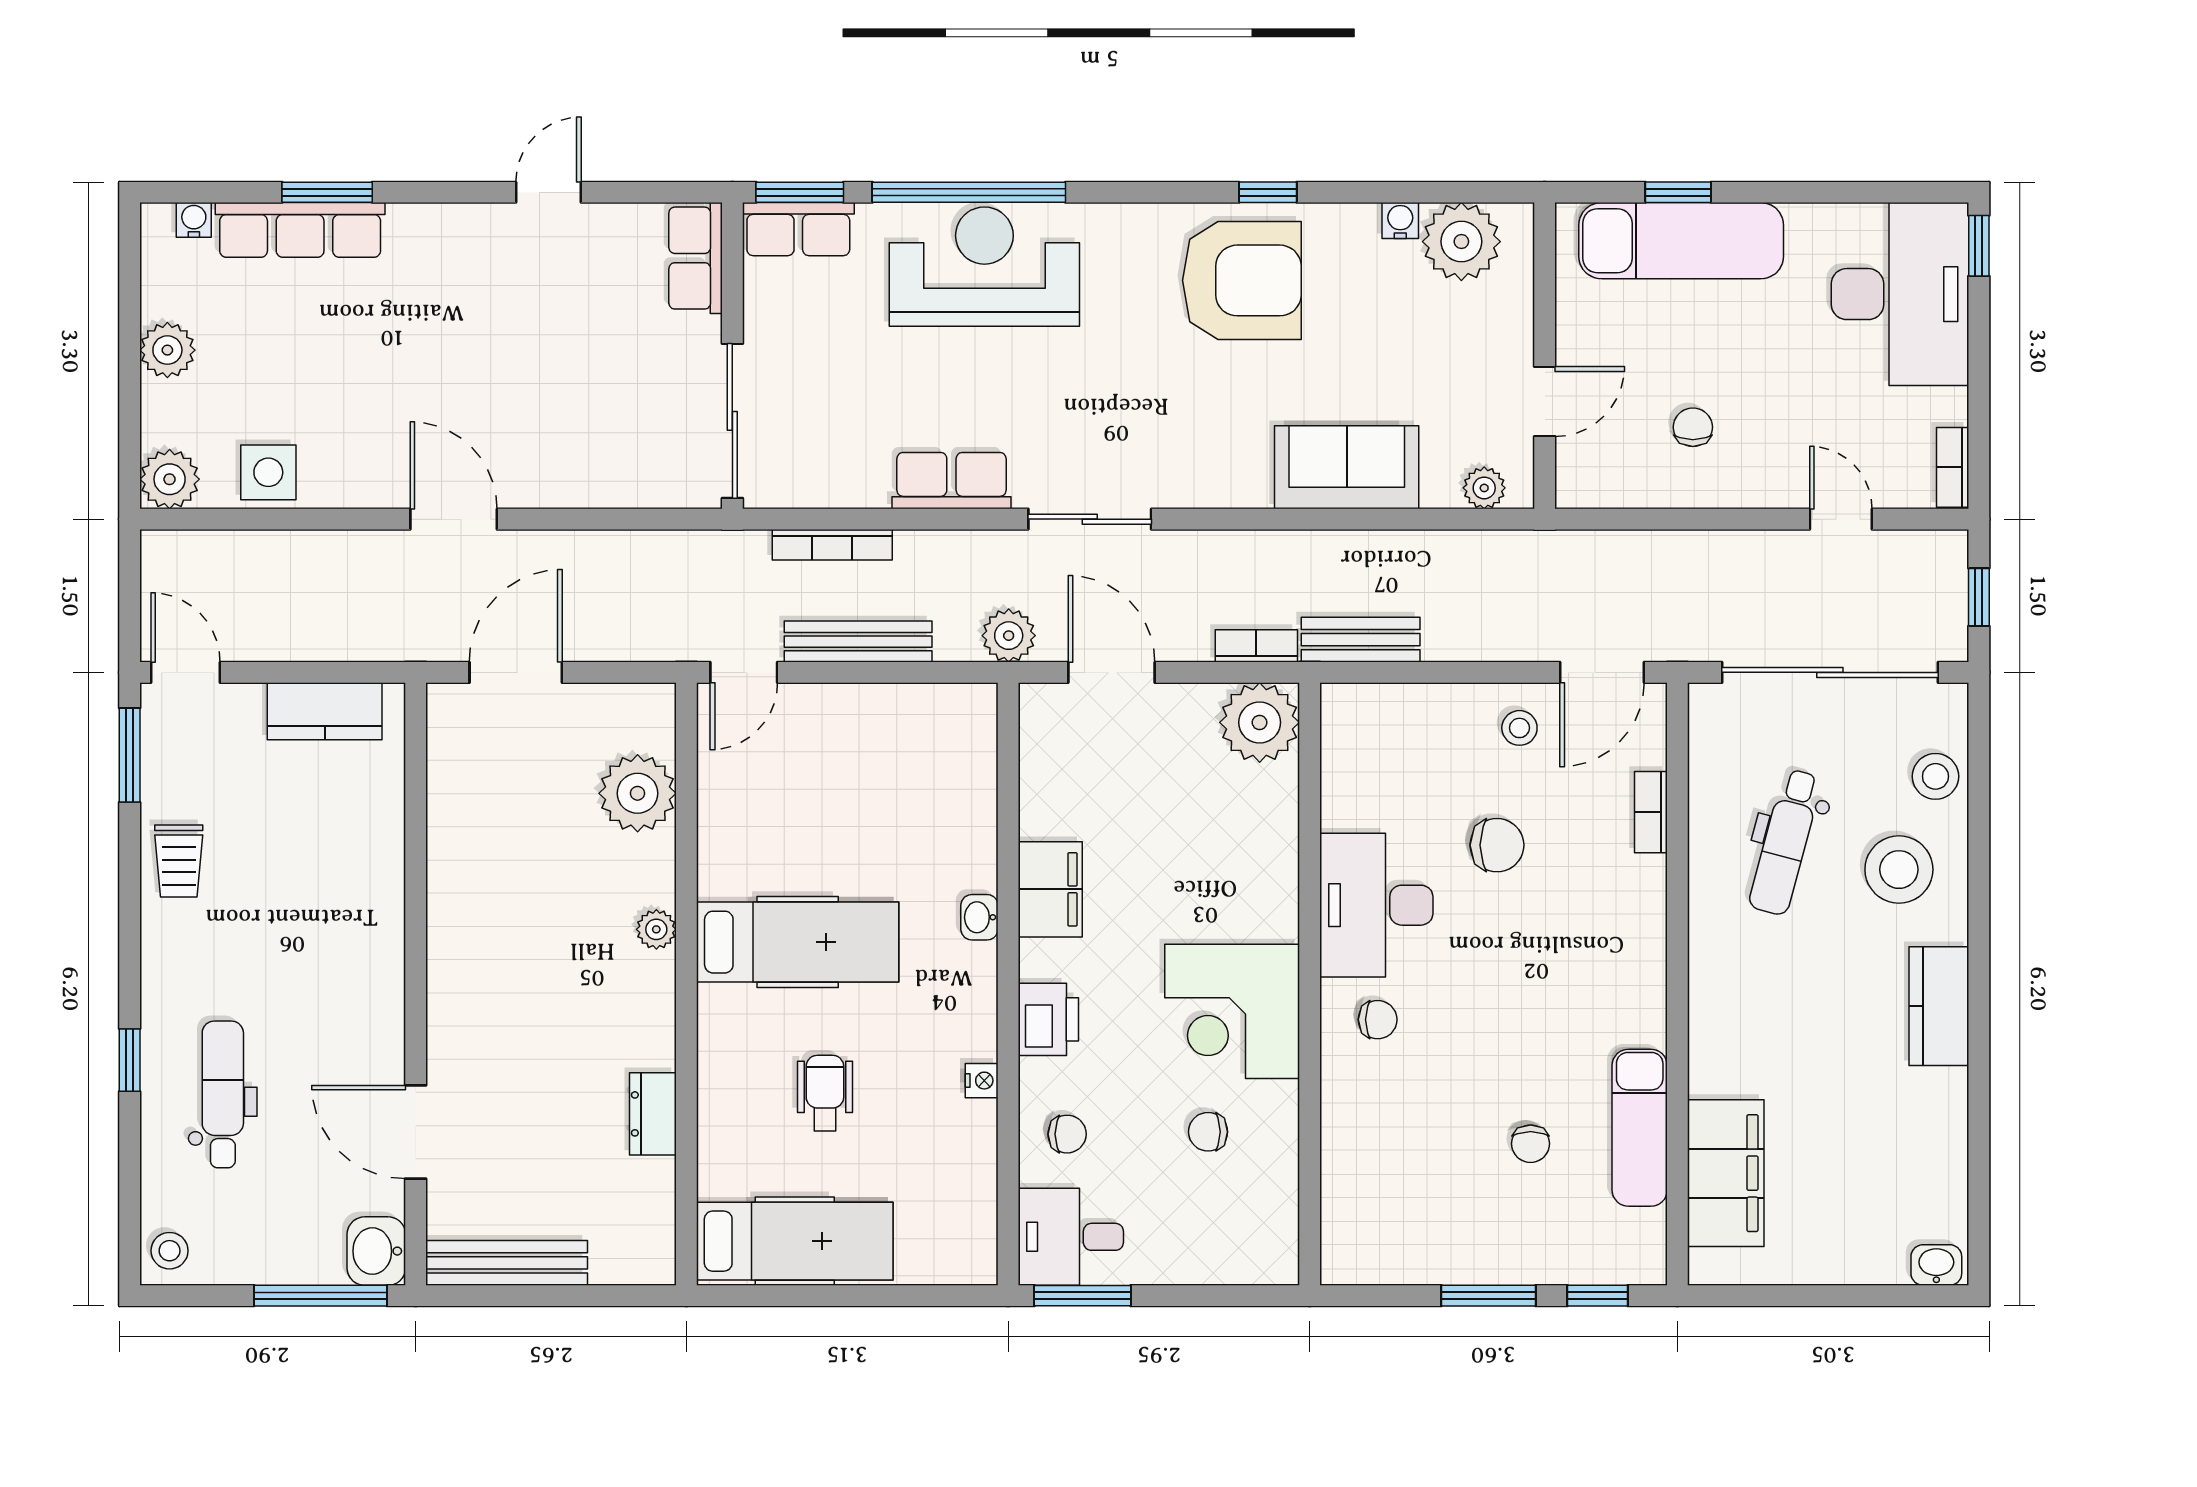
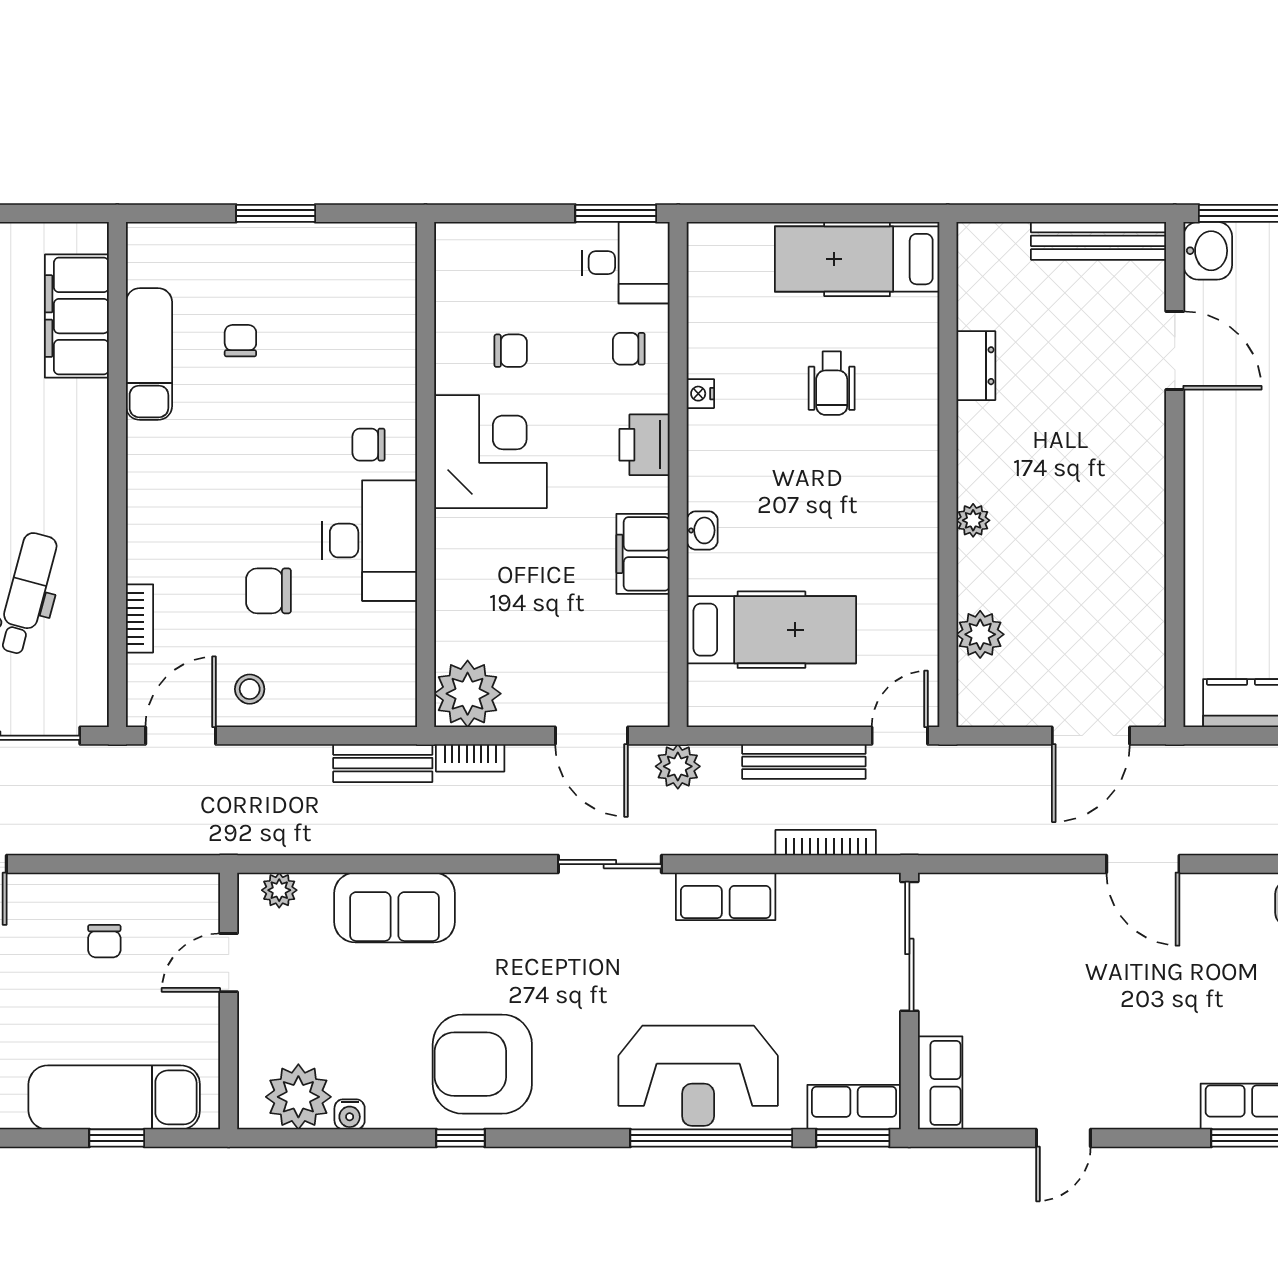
plant: (638, 793) -> (980, 634), width x0.73, depth x0.73
hospital bed: (798, 942) -> (771, 630), moved, turned 180
window: (1598, 1296) -> (184, 213), removed

